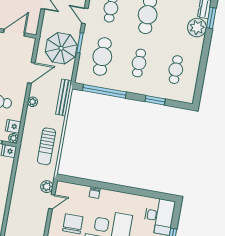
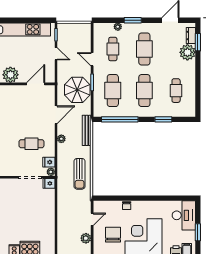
cafe table: (139, 63) -> (144, 91), width x1.37, depth x1.35
plant: (47, 187) -> (86, 238), moved

